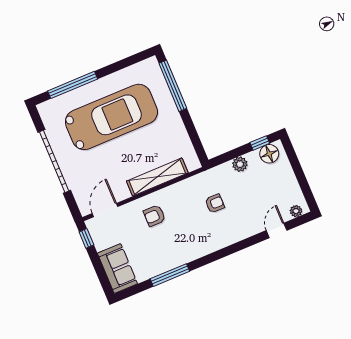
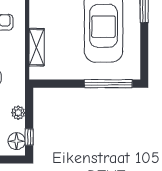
shelving: (157, 177) -> (37, 47), width x0.68

